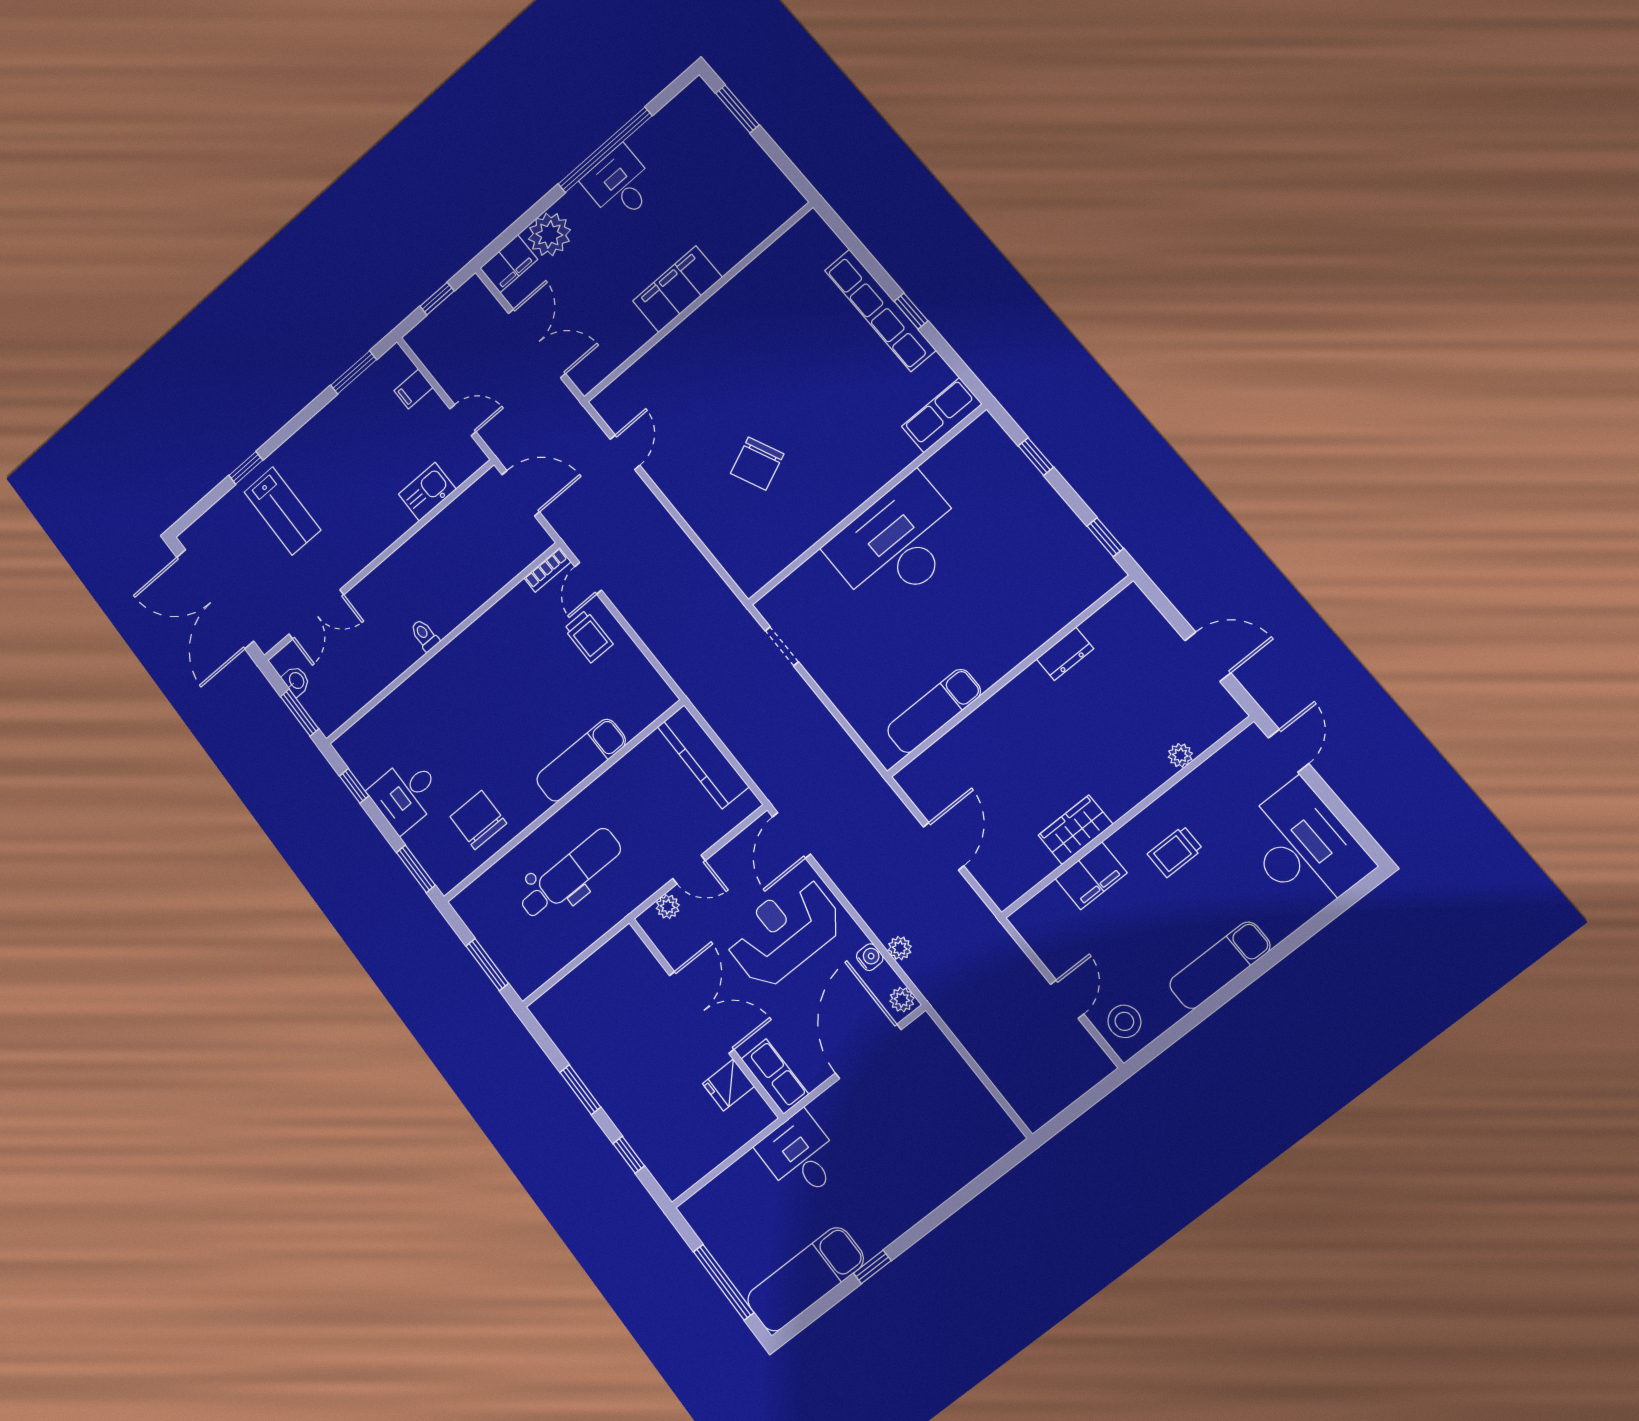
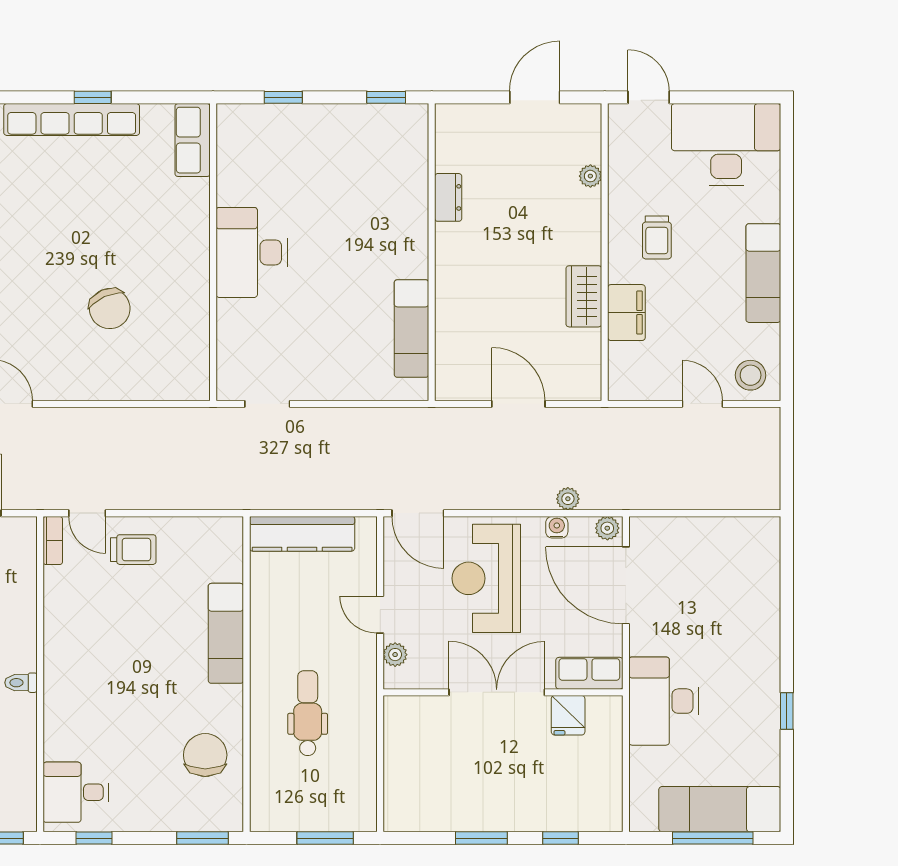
desk: (898, 544) -> (252, 252), width x0.73, depth x0.77
desk: (406, 794) -> (76, 792), moved, turned 90
chair: (478, 820) -> (205, 755), turned 90
door: (689, 870) -> (380, 615), swing flipped
dental chair: (570, 874) -> (308, 713), width x0.73, depth x0.72
desk: (800, 1156) -> (664, 701), width x1.37
exam couch: (805, 1279) -> (720, 809), moved, turned 90

